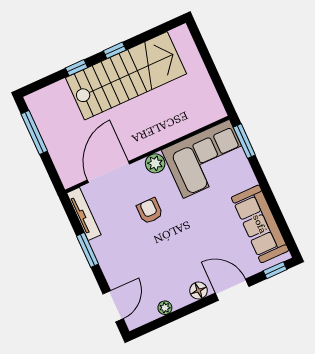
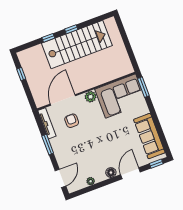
window: (34, 133) -> (21, 74), width x0.46
armchair: (150, 211) -> (72, 121), moved
door: (232, 290) -> (130, 173), hinge flipped

